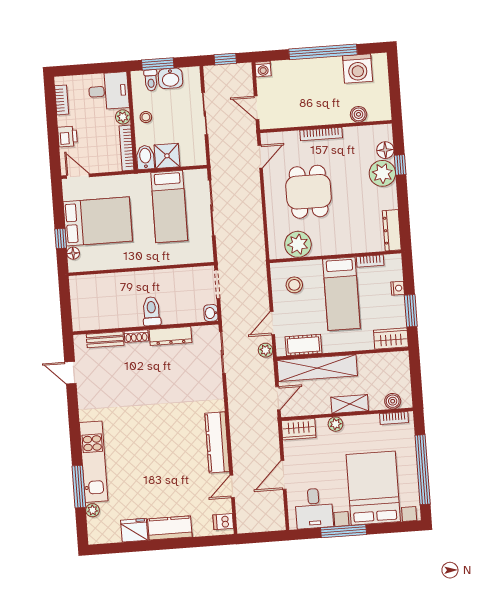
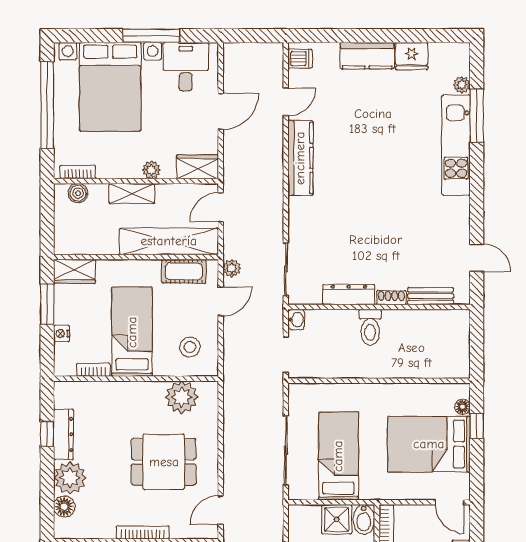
window: (400, 165) -> (47, 434), moved
dining table: (309, 192) -> (164, 462), turned 90
dresser: (392, 230) -> (63, 434), moved

